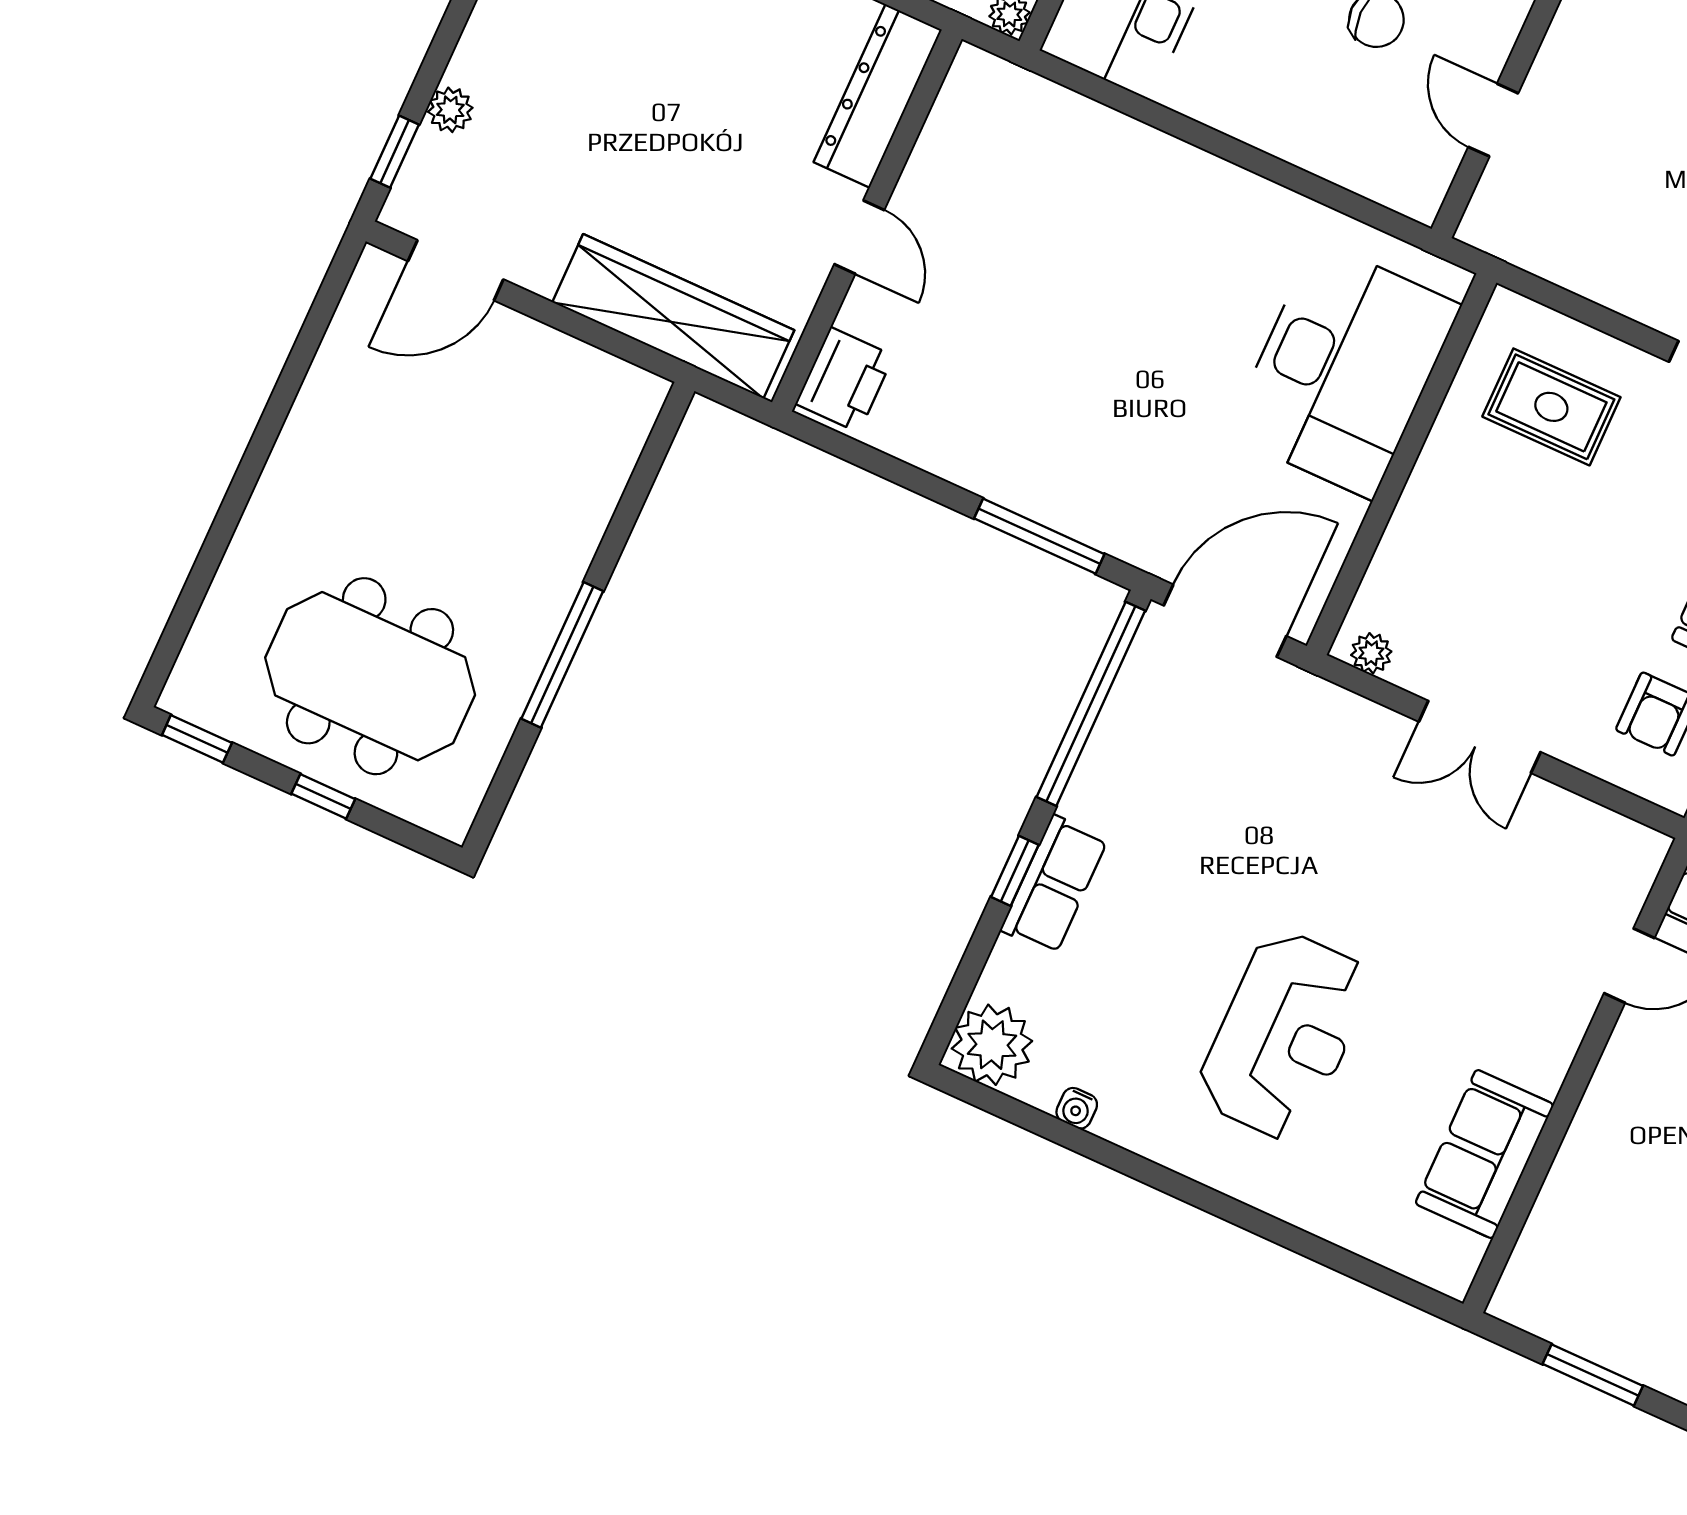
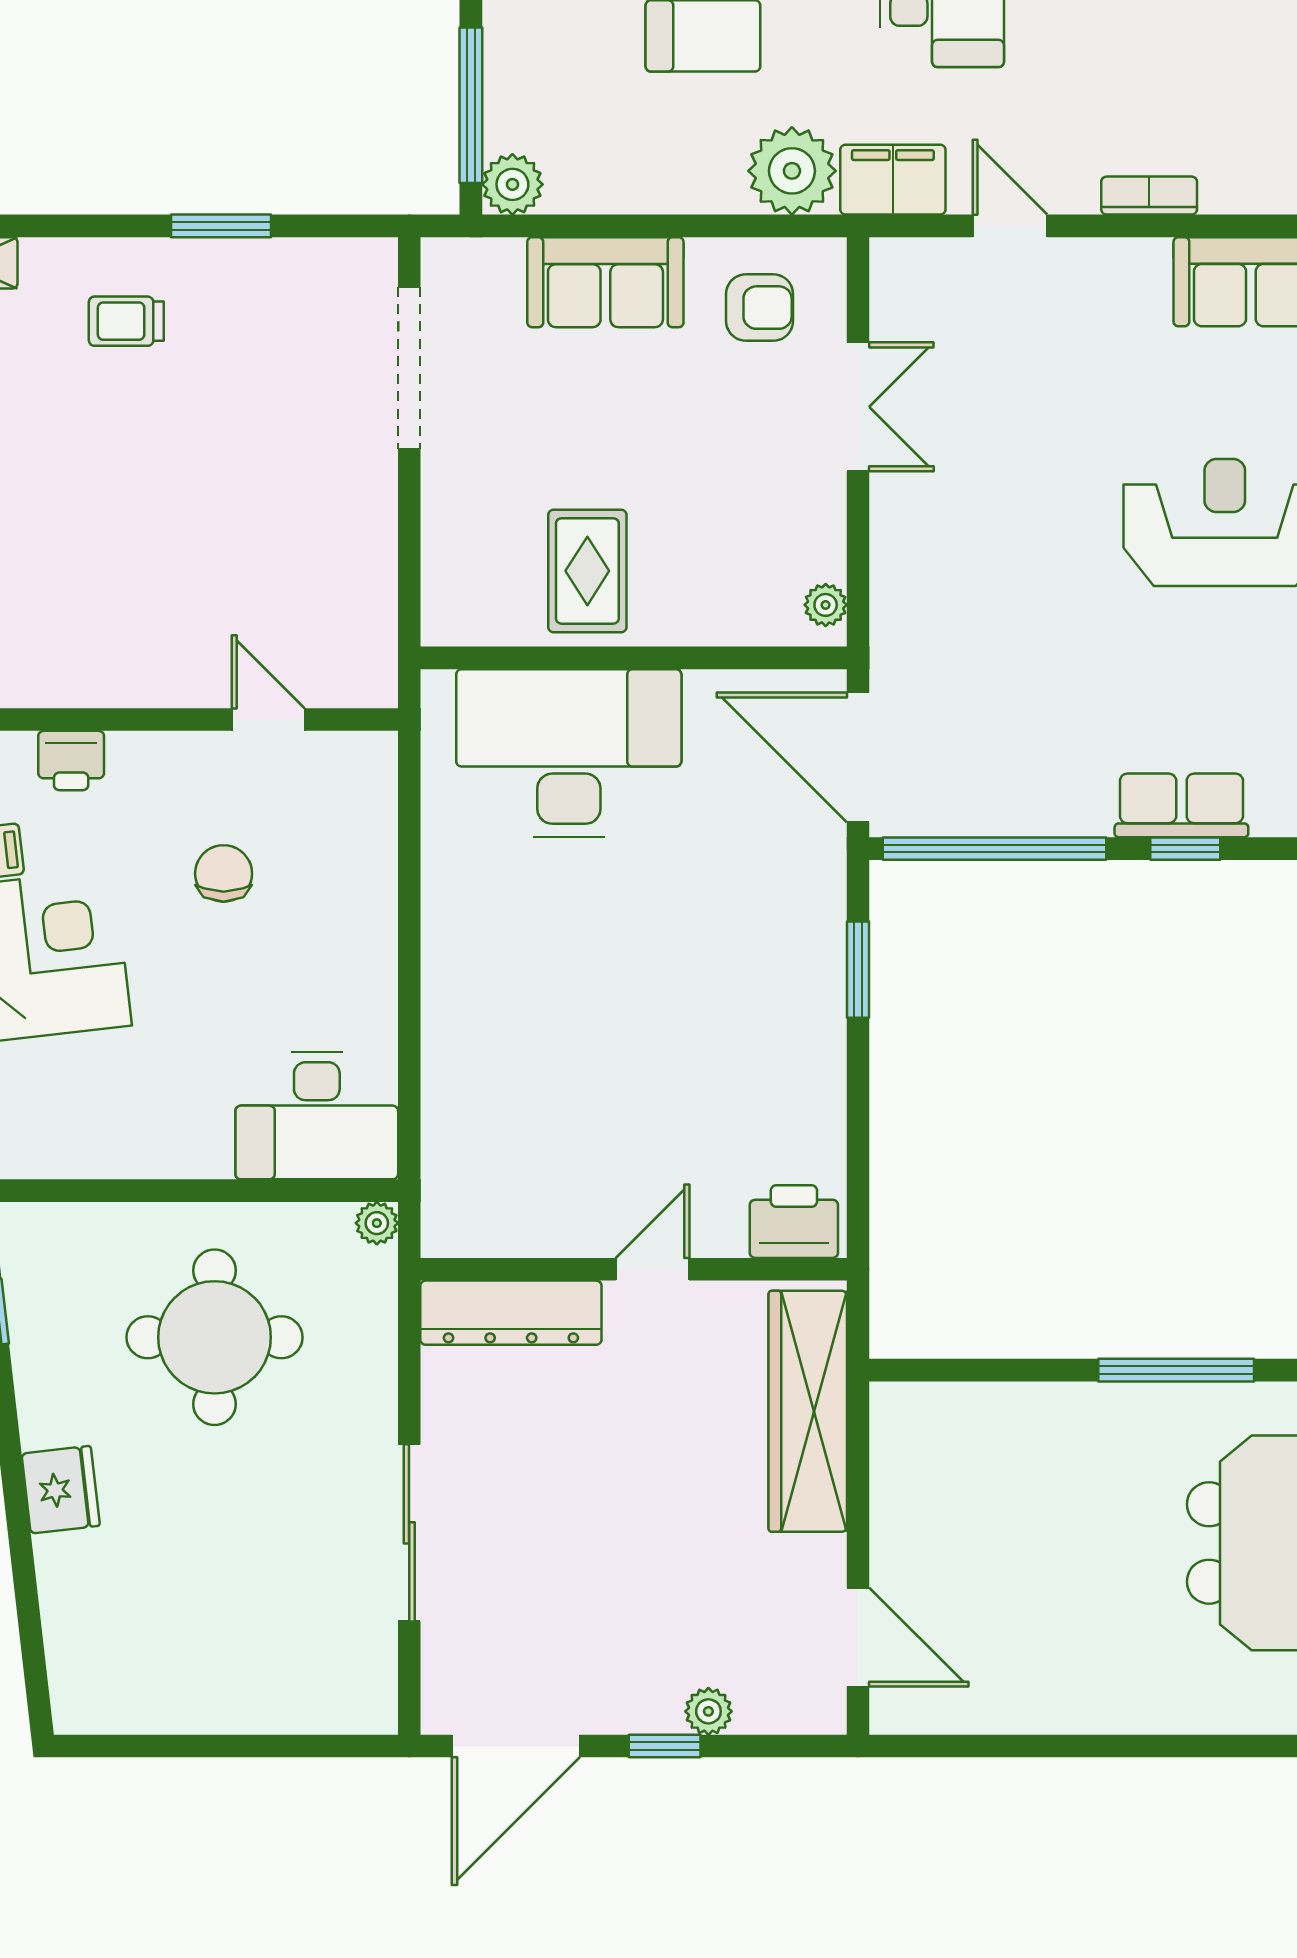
door: (1493, 120) -> (268, 720), swing flipped
window: (395, 152) -> (665, 1746), moved
rug: (1551, 407) -> (587, 571), moved
window: (1039, 536) -> (858, 970), width x0.69
double door: (1480, 737) -> (858, 407), moved
bookcase: (1600, 1099) -> (1149, 196), added

